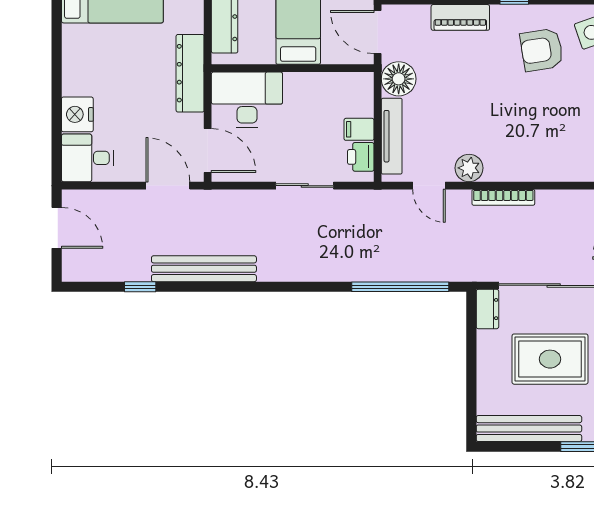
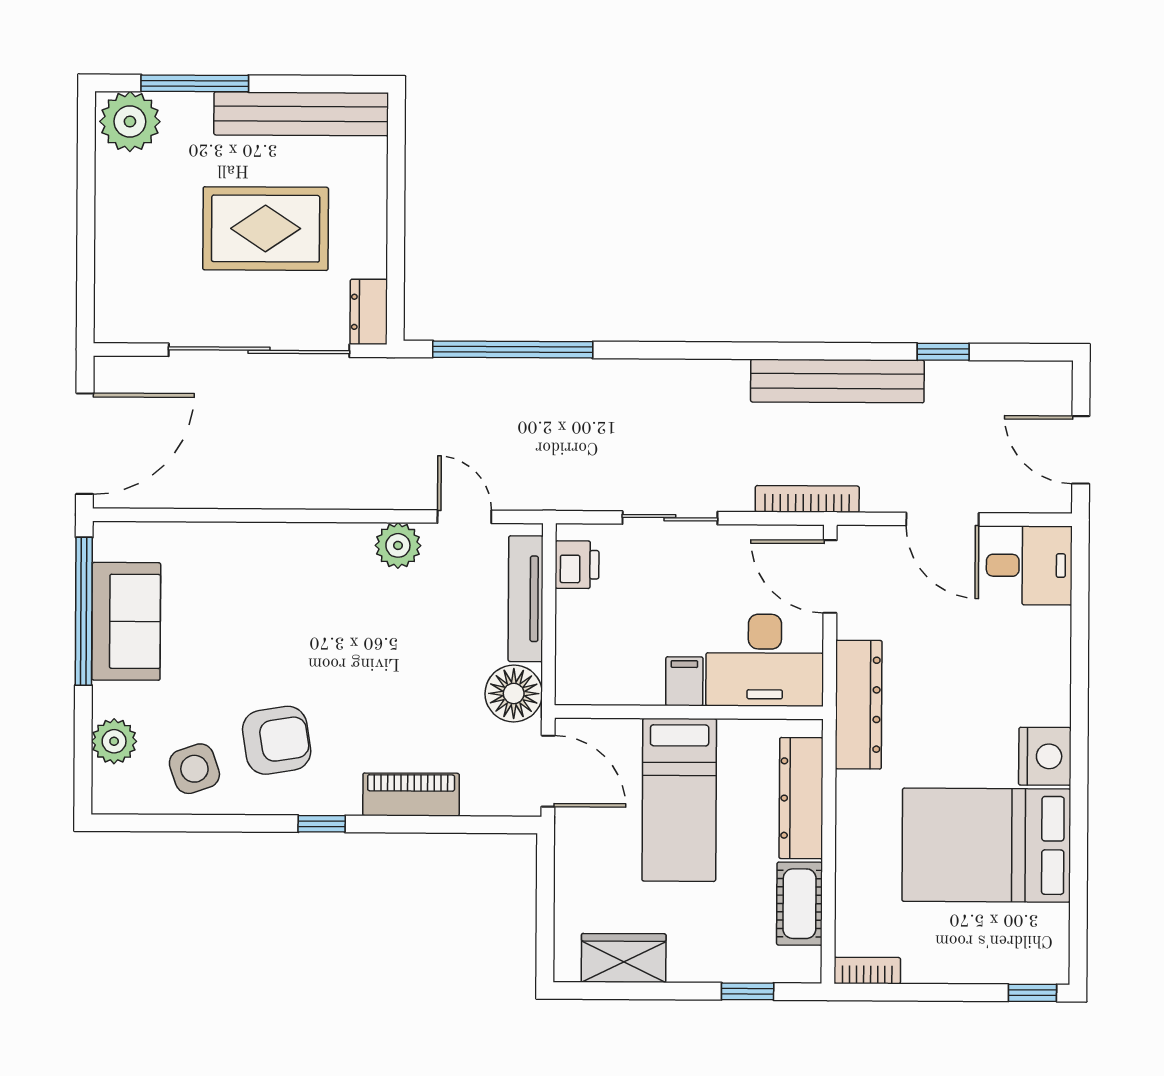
nightstand: (77, 114) -> (1045, 756), moved
filing cabinet: (359, 129) -> (684, 681), moved, turned -90
door: (168, 186) -> (942, 519), moved
bookcase: (503, 197) -> (807, 499), moved

